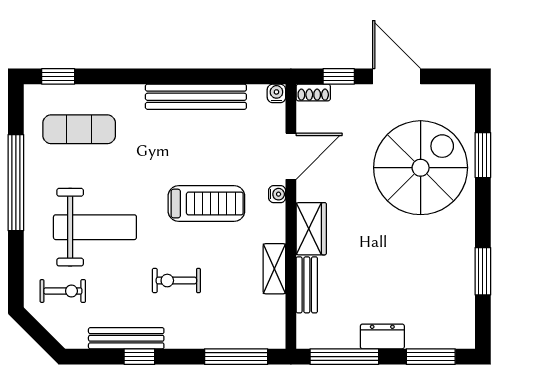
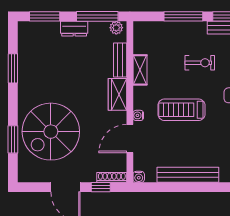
shoe rack: (313, 93) -> (112, 177), width x1.43
plant: (313, 338) -> (116, 28), added
window: (236, 357) -> (183, 16), moved

